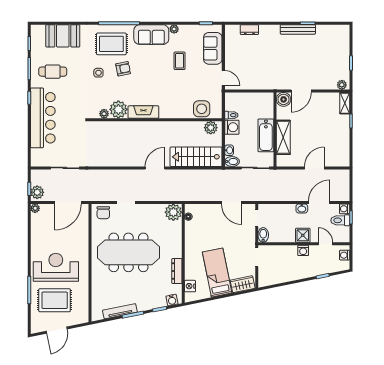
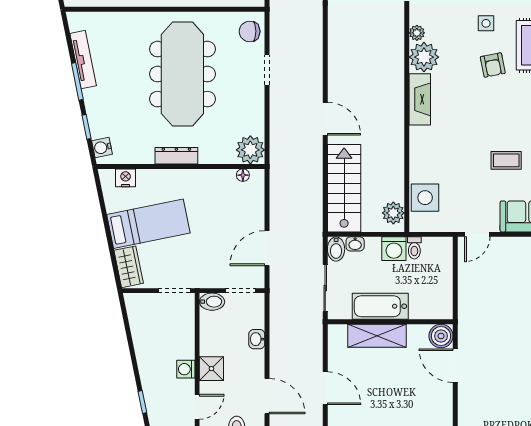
washbasin: (302, 208) -> (257, 339), moved
dresser: (177, 271) -> (176, 156), moved

